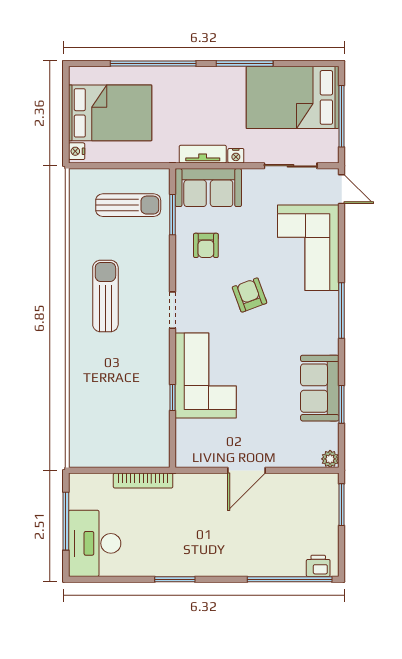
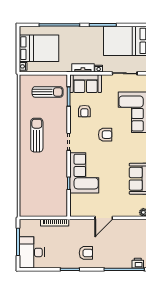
armchair: (250, 295) -> (105, 135), turned 110
armchair: (209, 545) -> (86, 253), added

